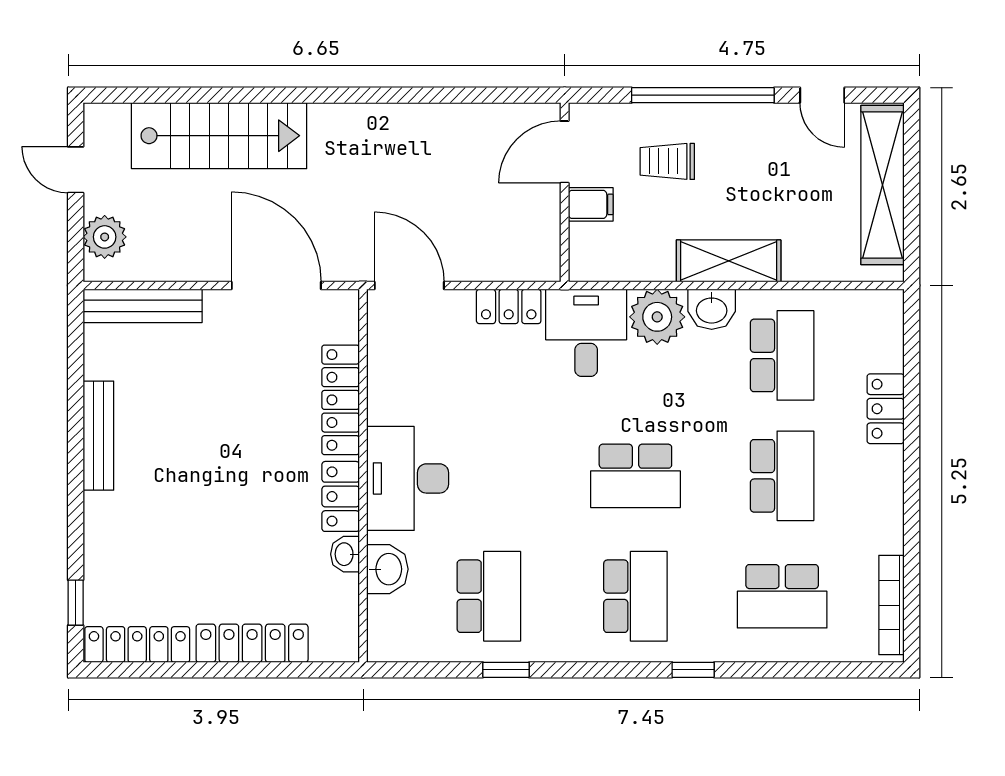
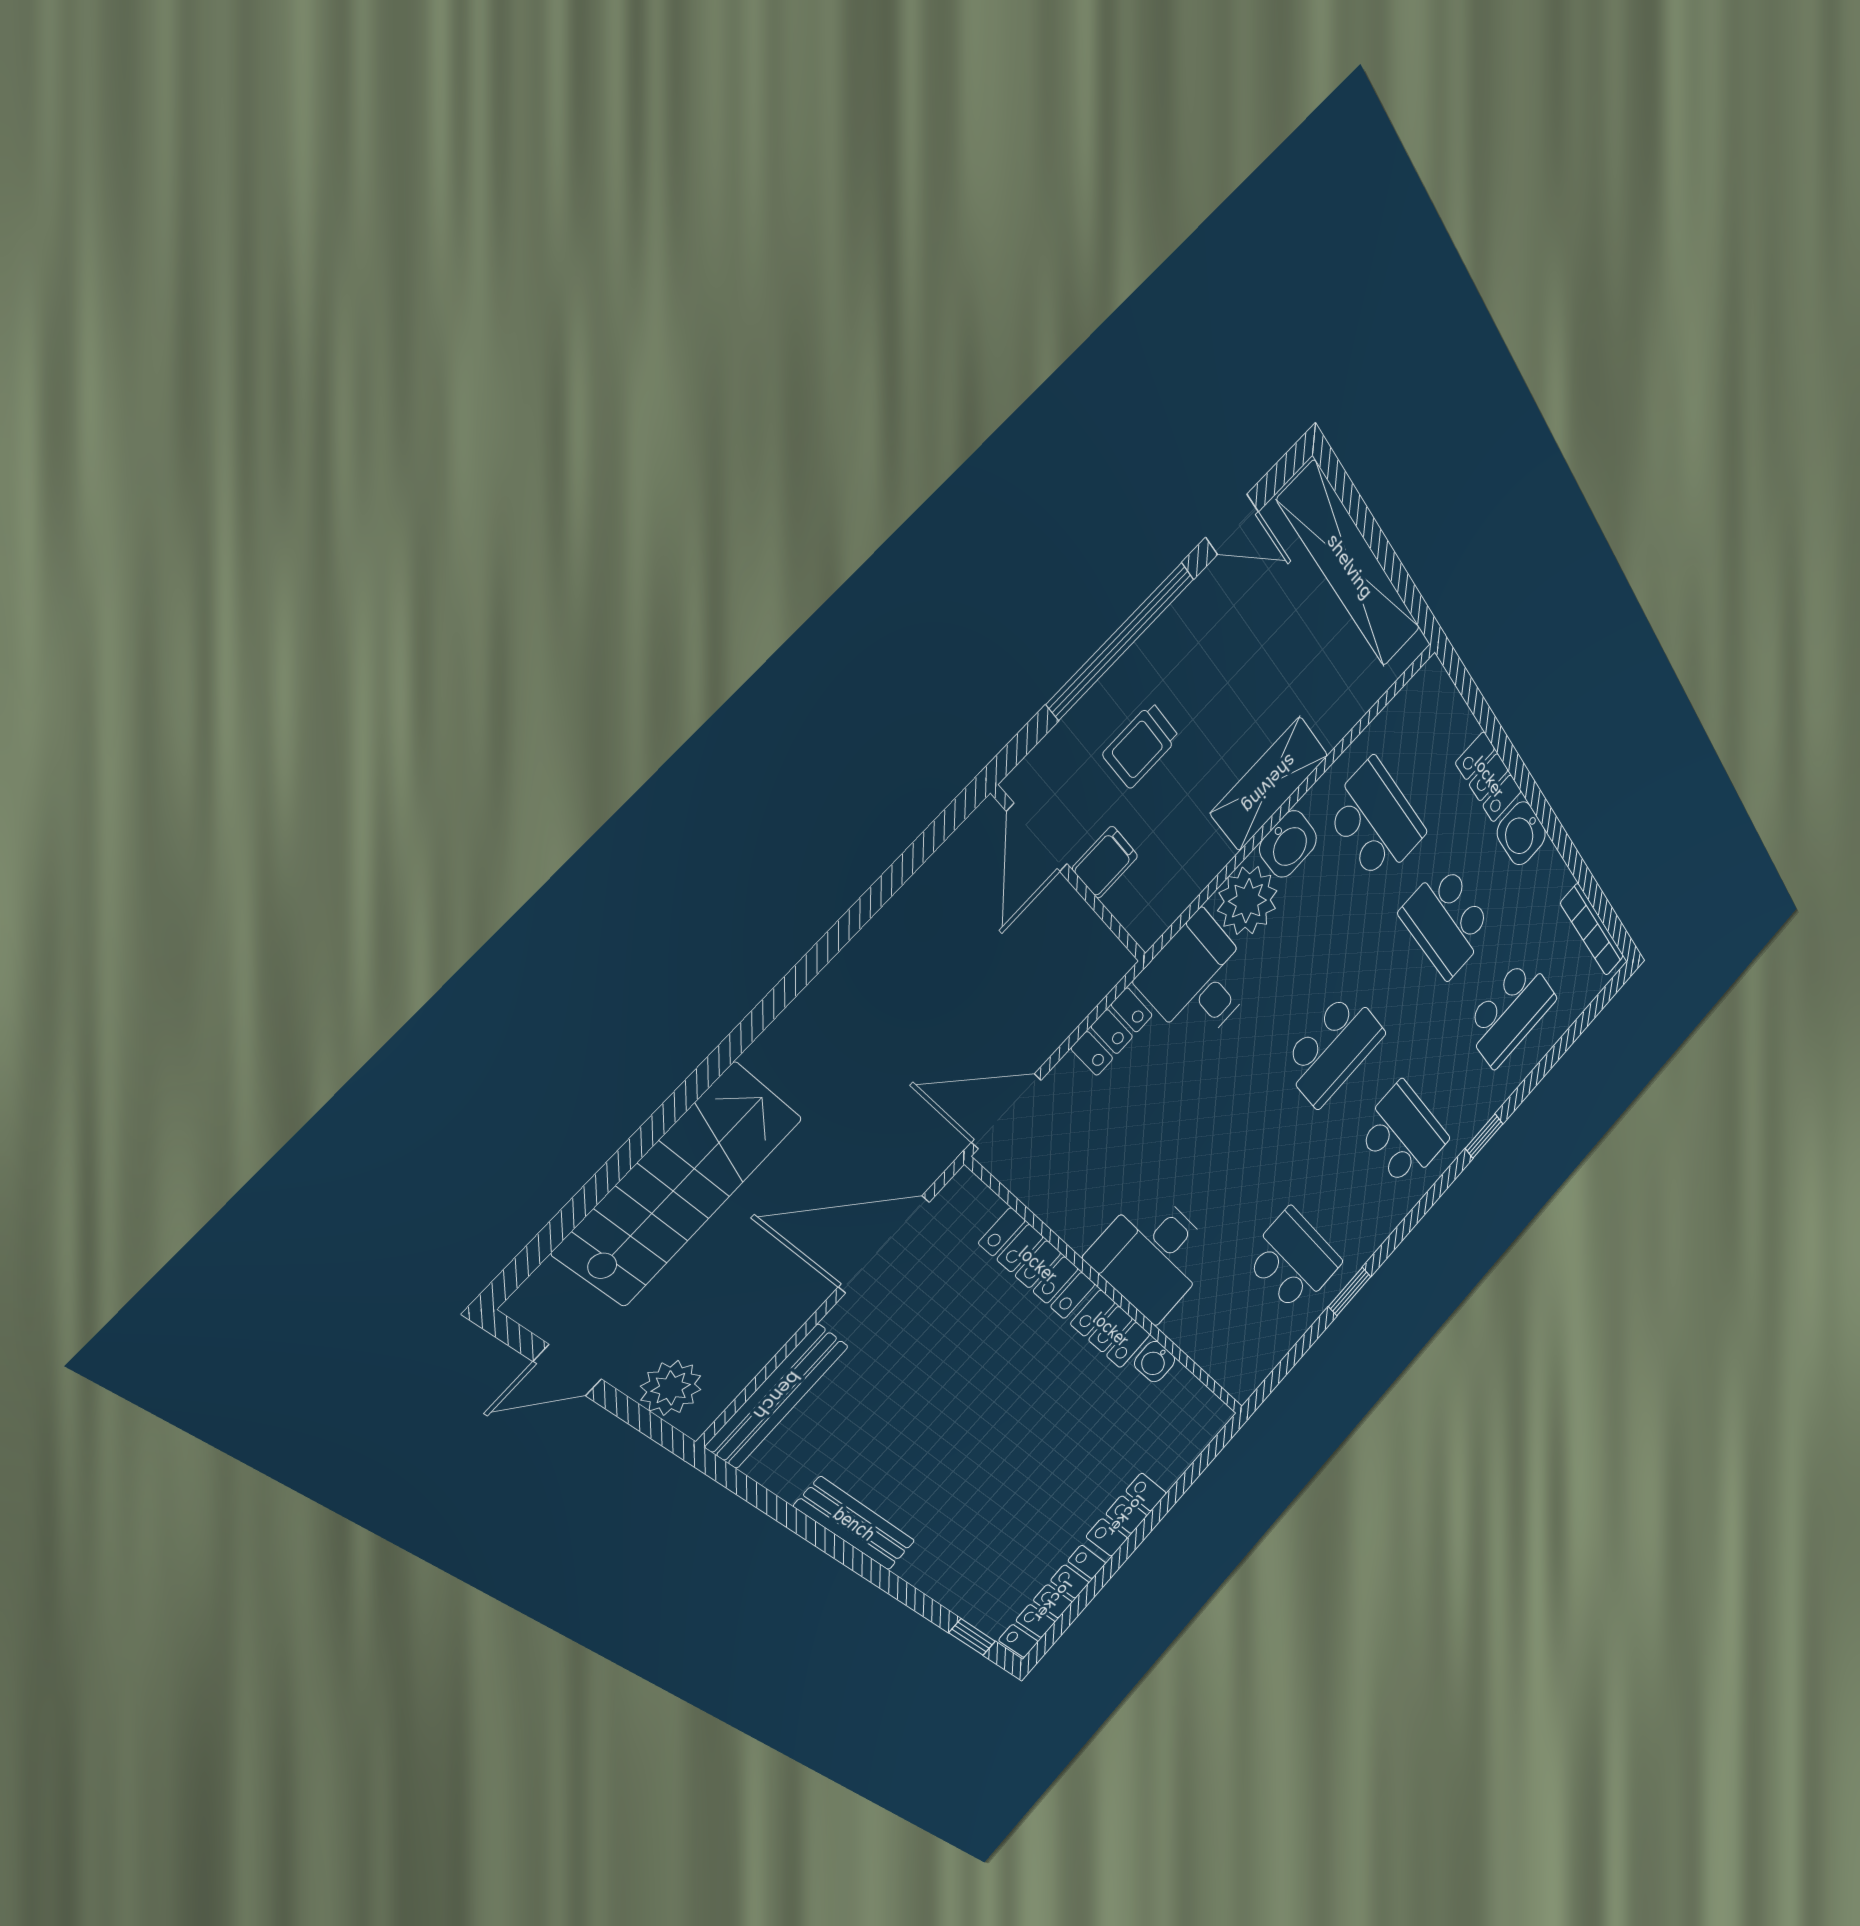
school desk: (782, 476) -> (1446, 922), turned 180
washbasin: (387, 569) -> (1521, 833), moved, turned 180
locker: (252, 643) -> (1126, 1515), width x0.66

